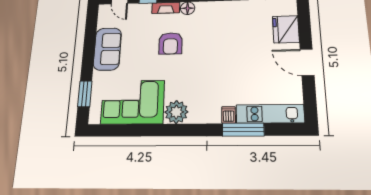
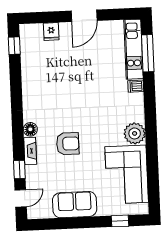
fridge: (286, 29) -> (51, 32), width x0.53, depth x0.75
window: (85, 94) -> (120, 221), width x0.67
window: (243, 130) -> (148, 53), moved

